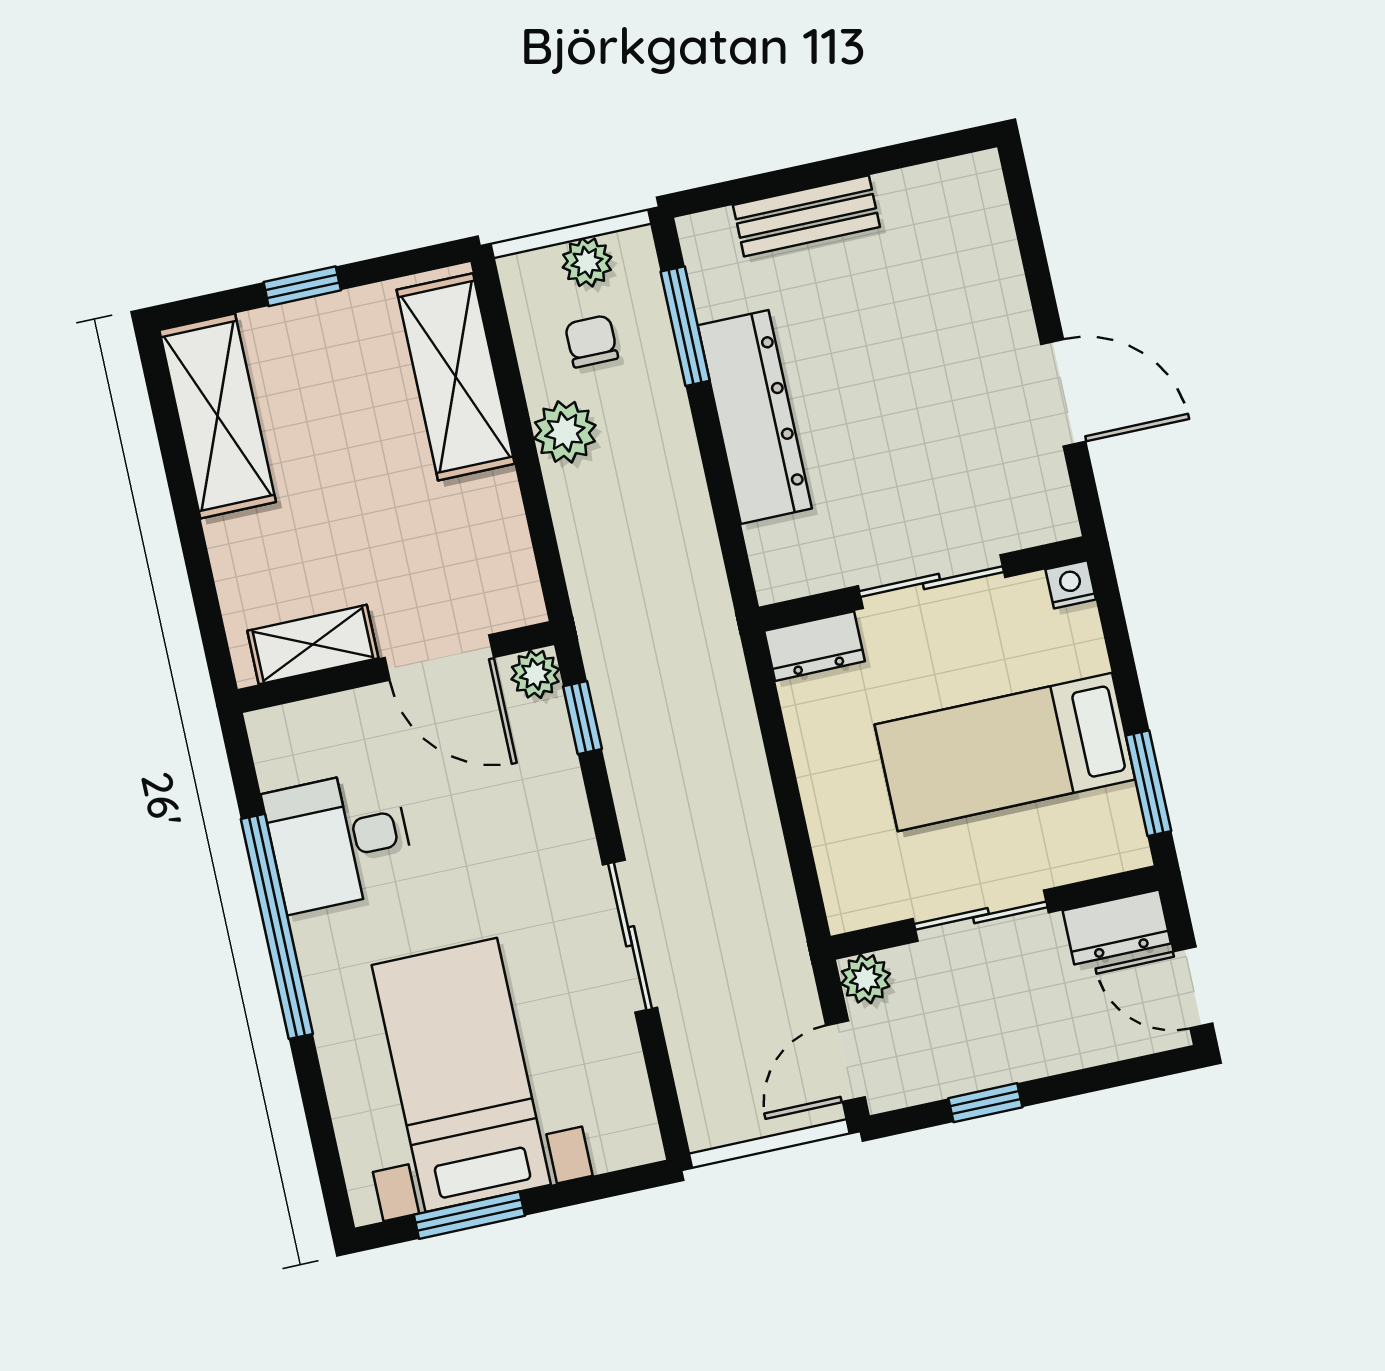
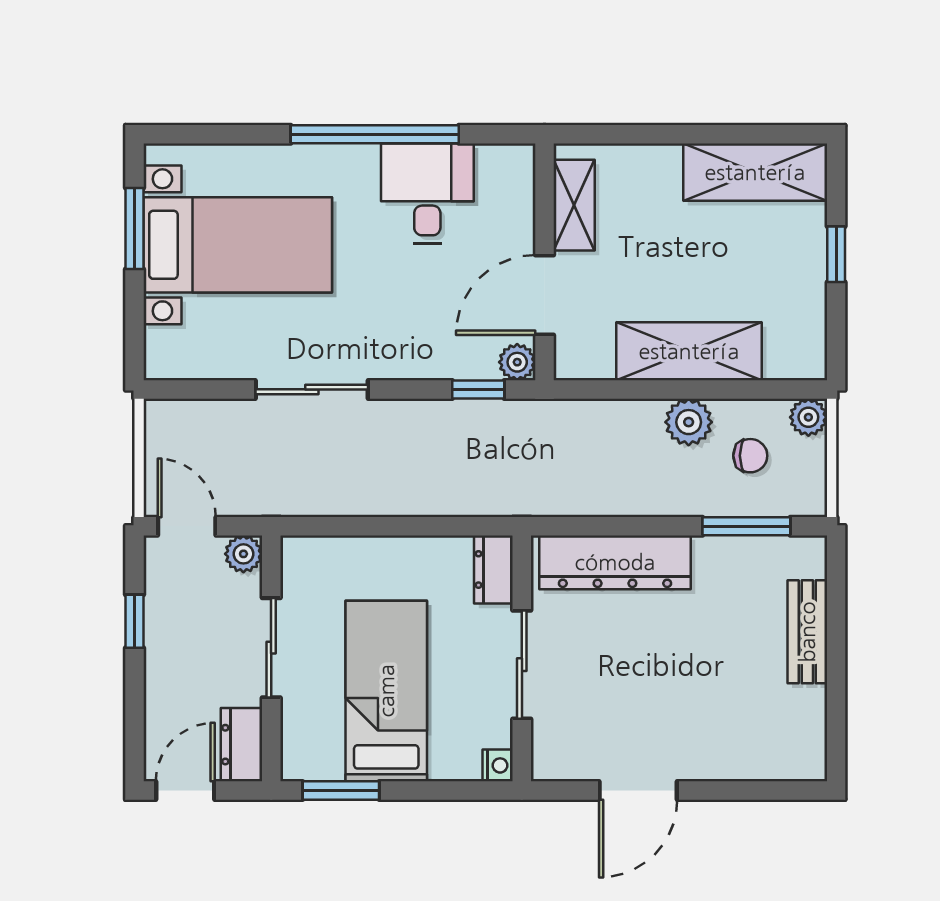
plant: (587, 262) -> (808, 417), moved
shelving: (456, 377) -> (689, 351), moved
dresser: (755, 417) -> (615, 562), moved

